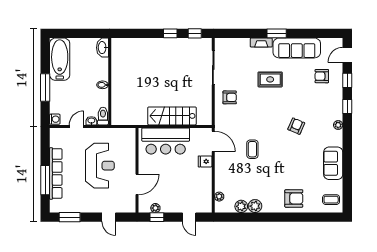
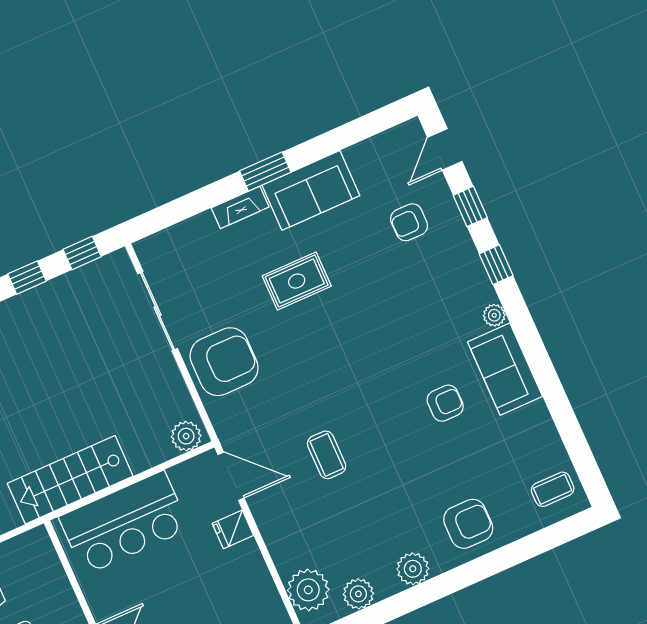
sofa: (297, 48) -> (311, 190), width x0.73
armchair: (230, 97) -> (224, 362), width x1.88, depth x1.88
stairs: (172, 116) -> (70, 480), moved
plant: (203, 119) -> (186, 436), added
armchair: (296, 126) -> (445, 403), moved, turned 67
sofa: (333, 163) -> (505, 369), moved
plant: (219, 197) -> (308, 590), width x1.88, depth x1.88
plant: (255, 206) -> (413, 569), moved

